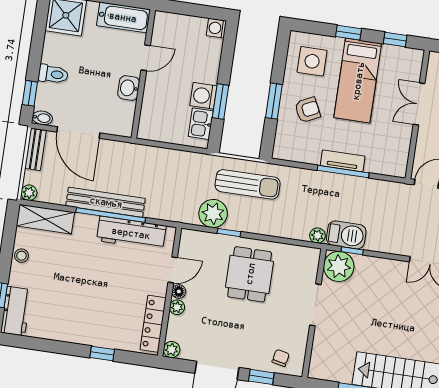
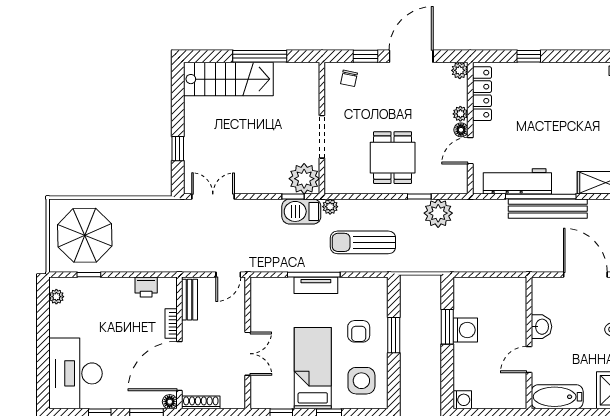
armchair: (308, 110) -> (359, 331), turned -64
kitchen sink: (201, 124) -> (464, 301), removed
sun lounger: (248, 184) -> (363, 242), moved

